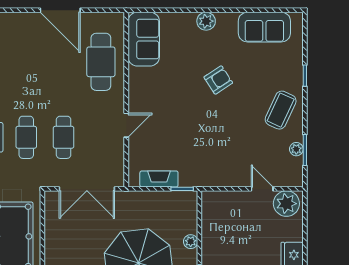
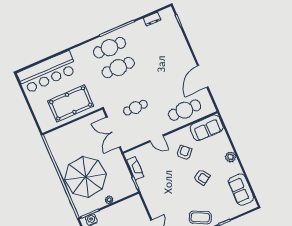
armchair: (168, 91) -> (184, 153), added
cafe table: (26, 137) -> (127, 88), removed

